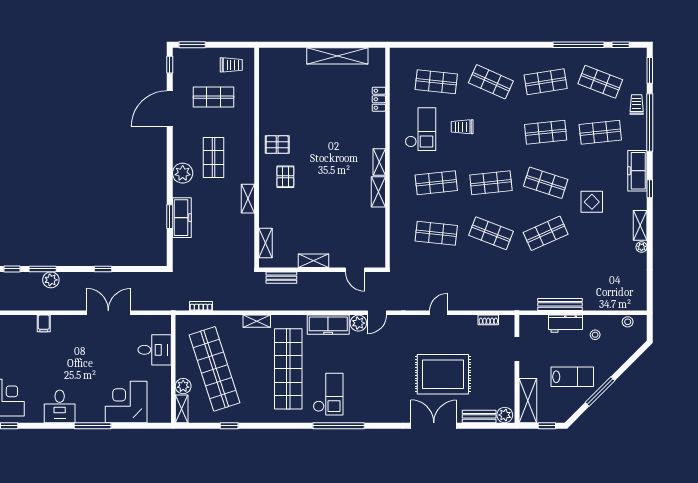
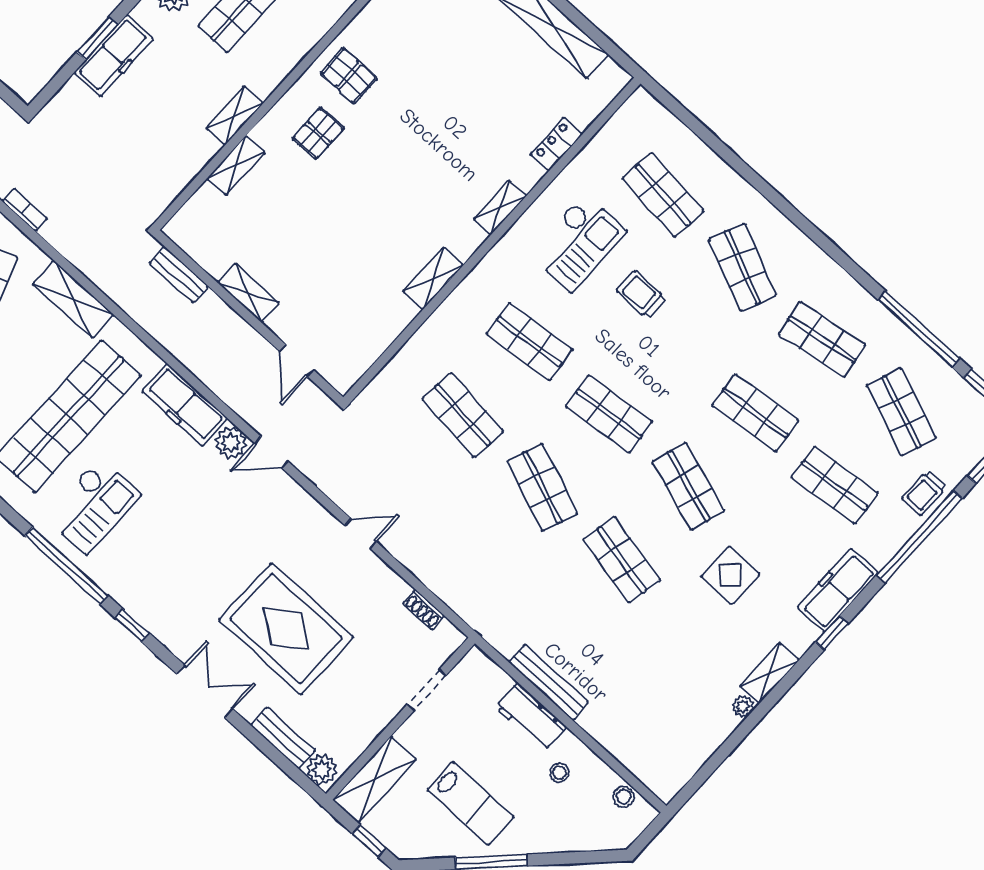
trolley: (637, 105) -> (924, 493), turned 180
shelving: (379, 162) -> (500, 207), moved
shop shelf: (546, 233) -> (622, 560), turned 36
shelving: (265, 243) -> (236, 166), moved
shelving: (257, 321) -> (73, 299), width x1.50, depth x1.33
window: (384, 426) -> (132, 625), added
double door: (434, 426) -> (205, 691), width x0.73

